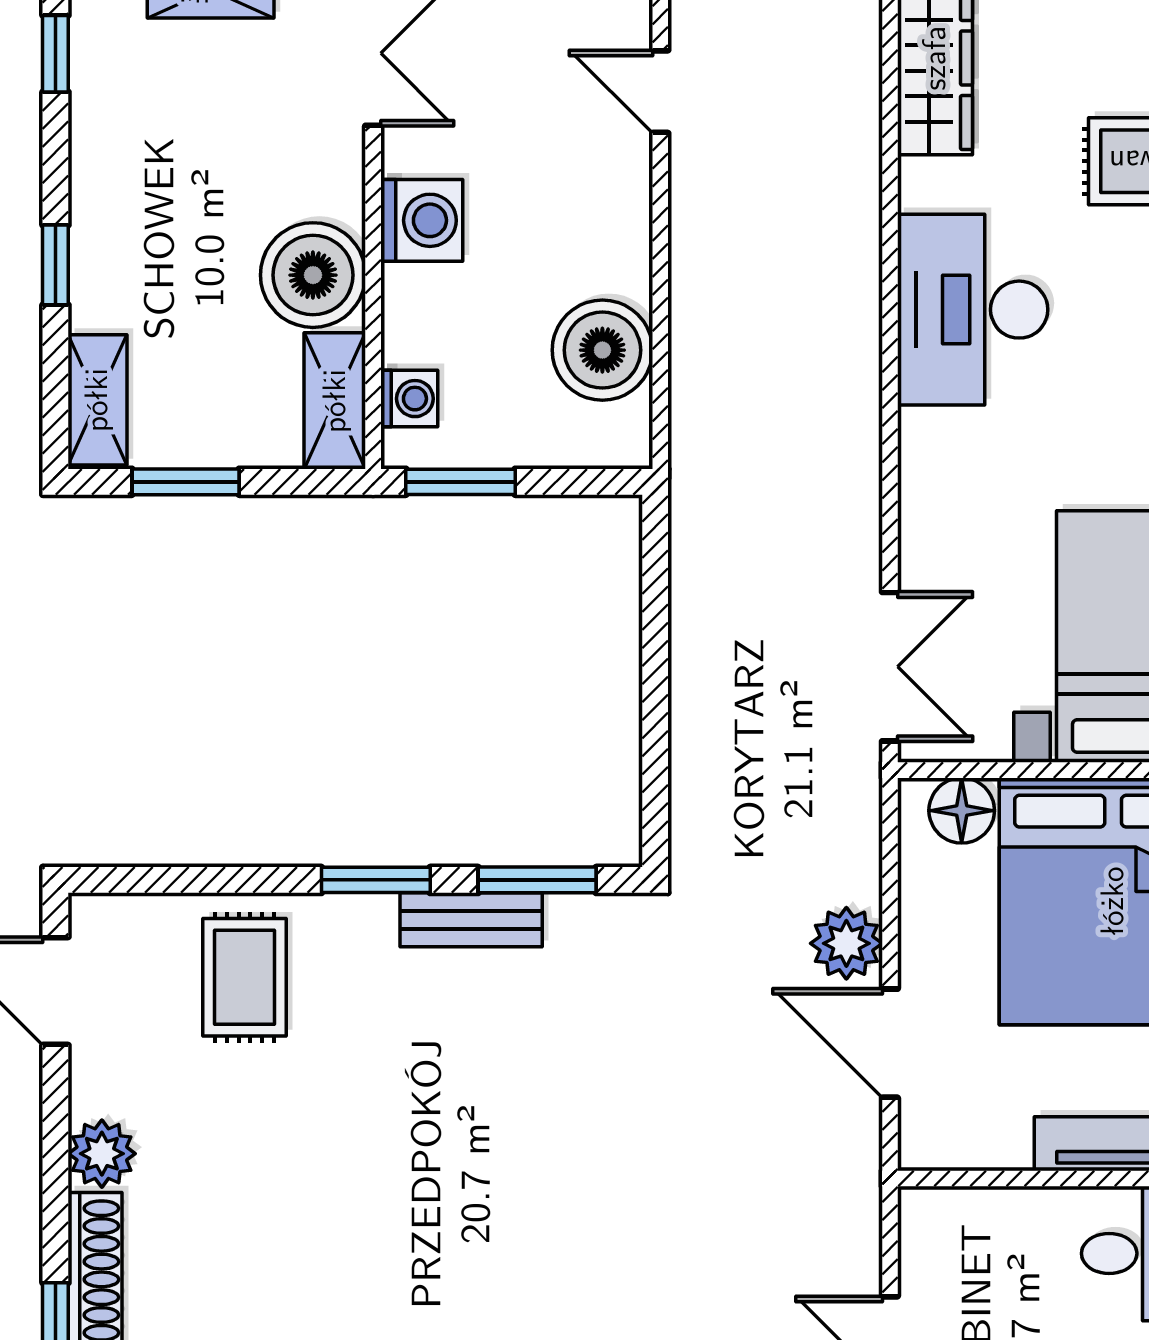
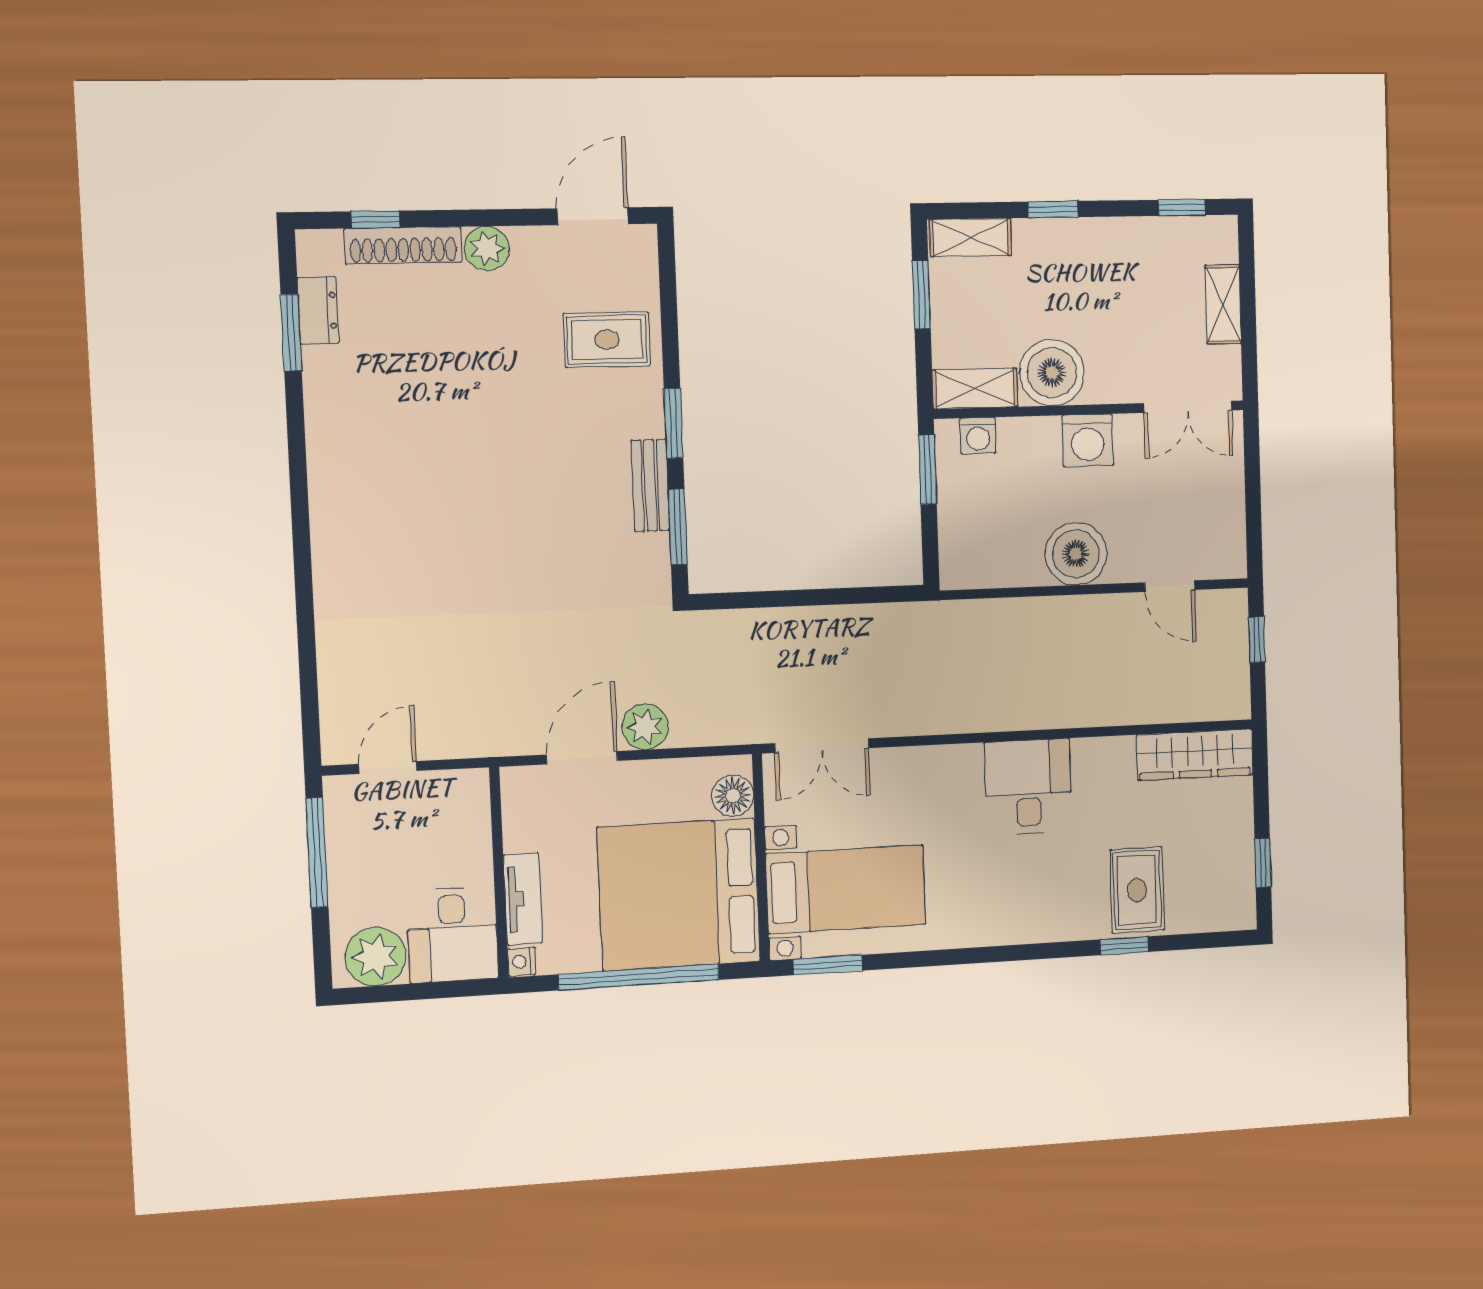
door: (660, 92) -> (1170, 586), swing flipped
desk: (973, 310) -> (1028, 787), width x0.73
boiler: (602, 350) -> (1076, 554), moved

